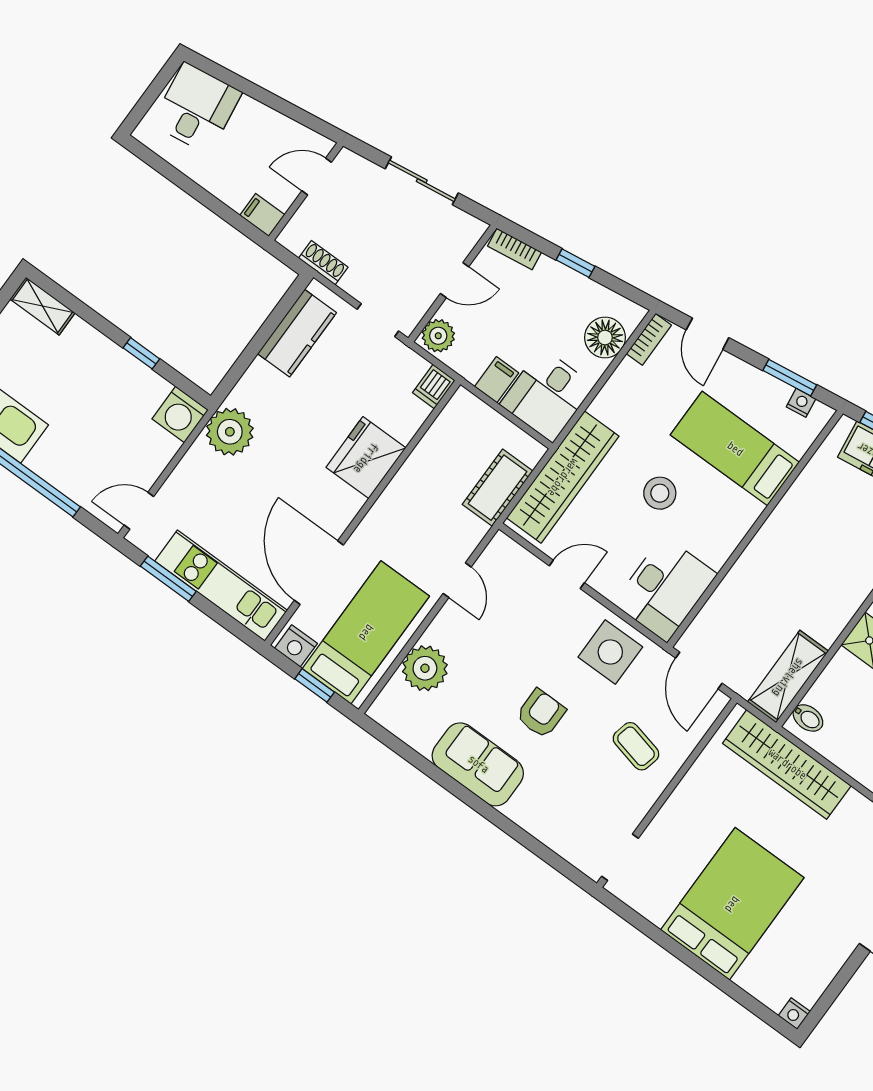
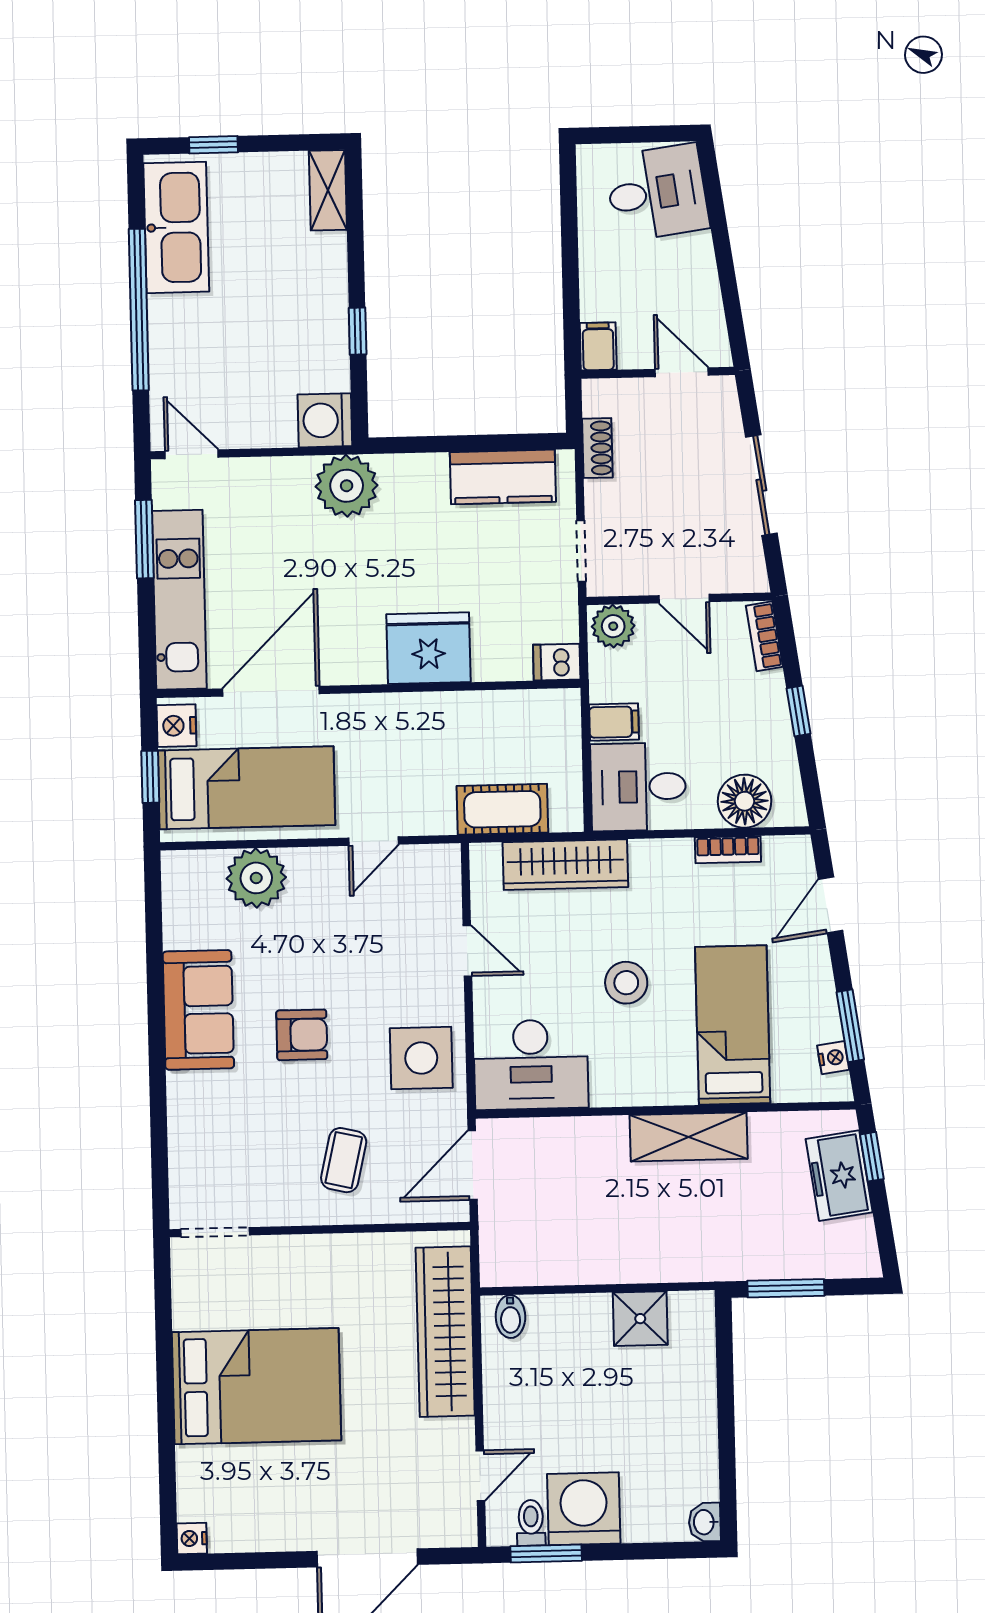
bookcase: (649, 339) -> (728, 850), moved
wardrobe: (563, 477) -> (565, 865), width x0.71, depth x0.85
shelving: (788, 677) -> (689, 1137), moved

